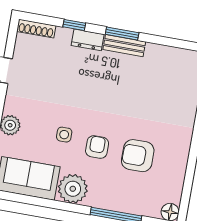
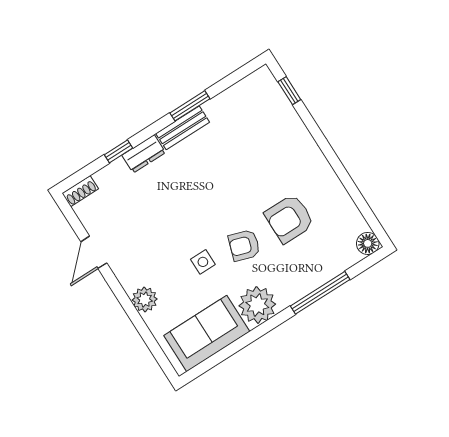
shoe rack: (36, 29) -> (80, 191), width x0.70
window: (122, 33) -> (190, 106), moved
armchair: (97, 147) -> (244, 245), turned -72

